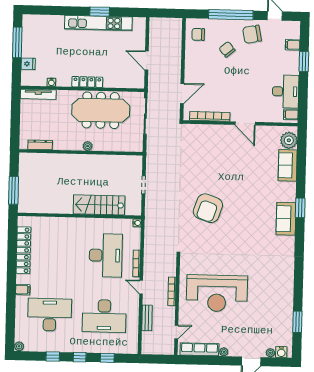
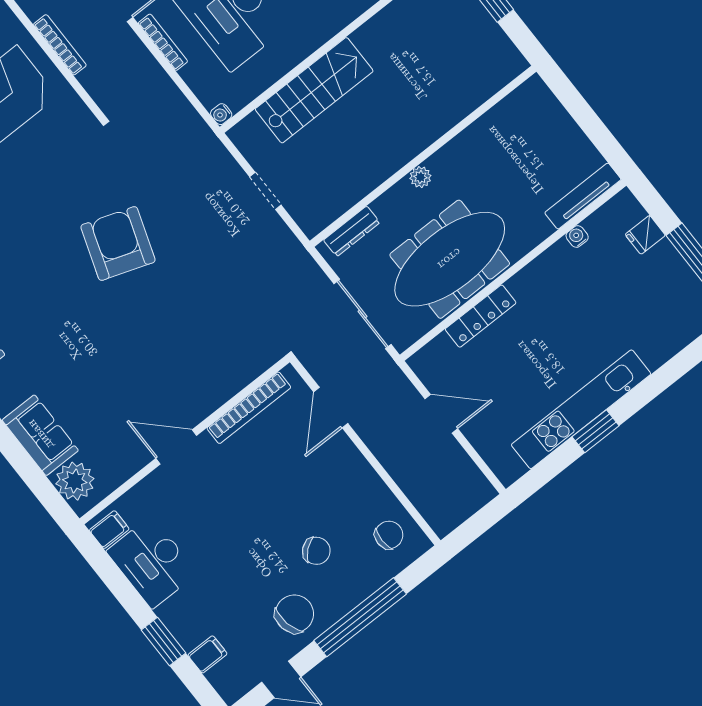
locker: (87, 82) -> (481, 316), moved
dresser: (40, 145) -> (352, 231), moved

